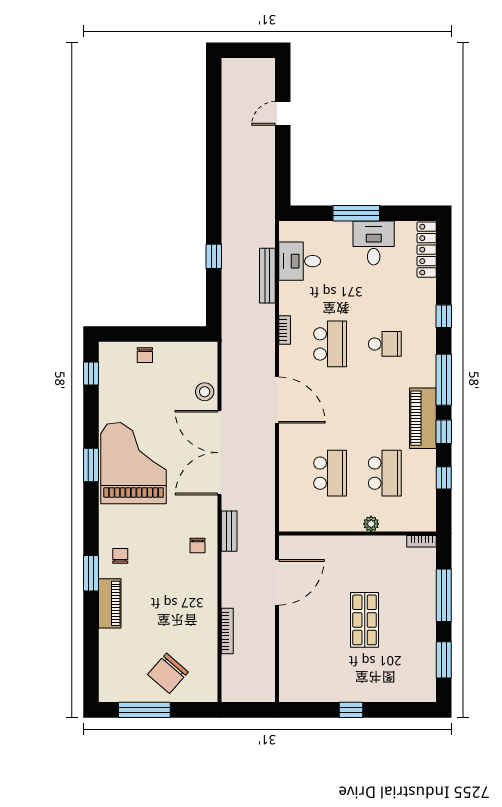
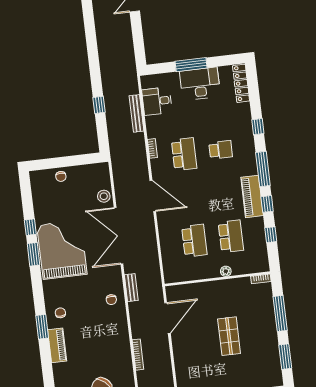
desk: (374, 243) -> (200, 84), width x1.37
window: (91, 373) -> (30, 227), moved

